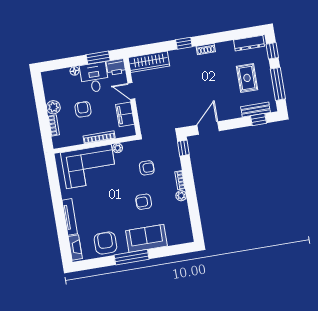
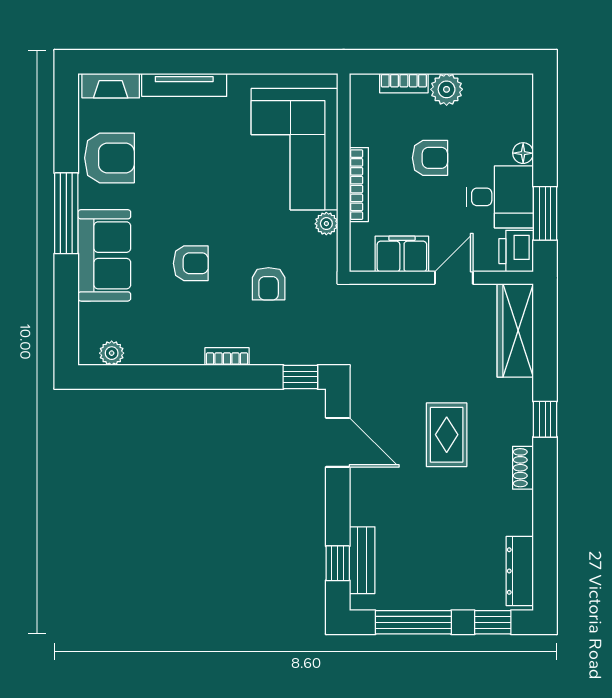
rug: (247, 78) -> (447, 435), moved, turned 90
plant: (181, 196) -> (112, 353), moved
armchair: (144, 202) -> (191, 263), turned 90

